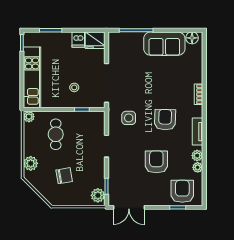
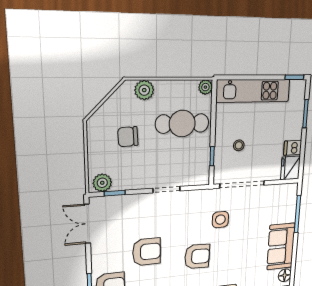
side table: (129, 118) -> (220, 220), moved
cafe table: (56, 134) -> (182, 124), width x1.37, depth x1.35
chair: (64, 176) -> (128, 137), turned 97

